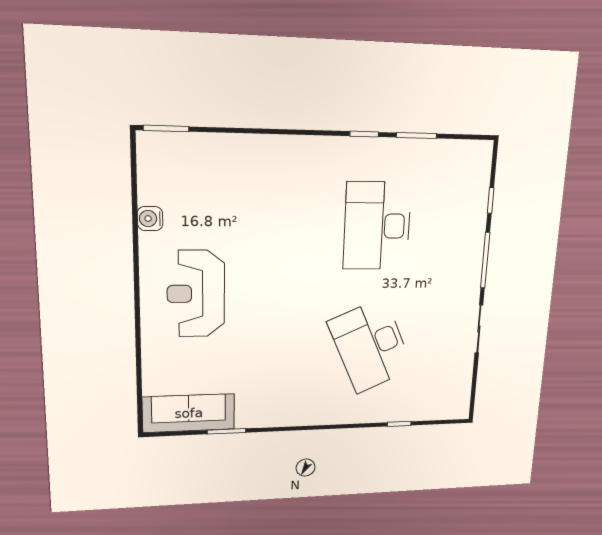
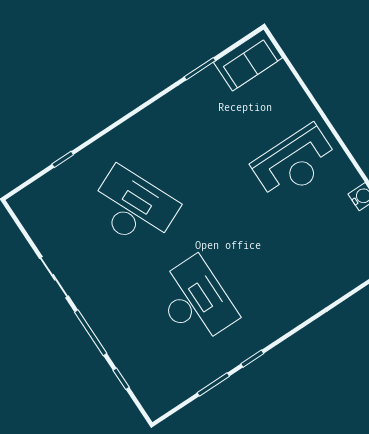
reception desk: (196, 294) -> (295, 163), turned 90
sofa: (189, 413) -> (248, 60), width x0.73

